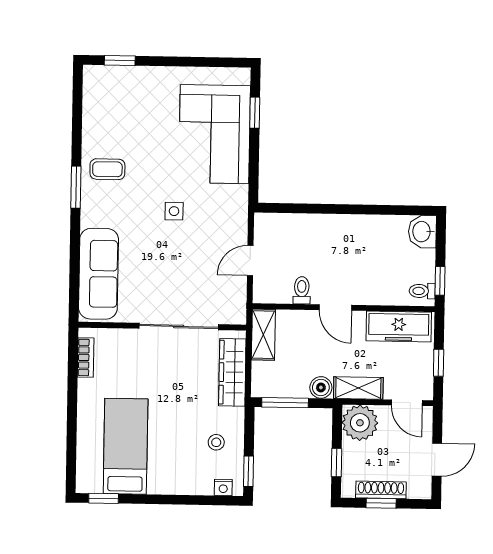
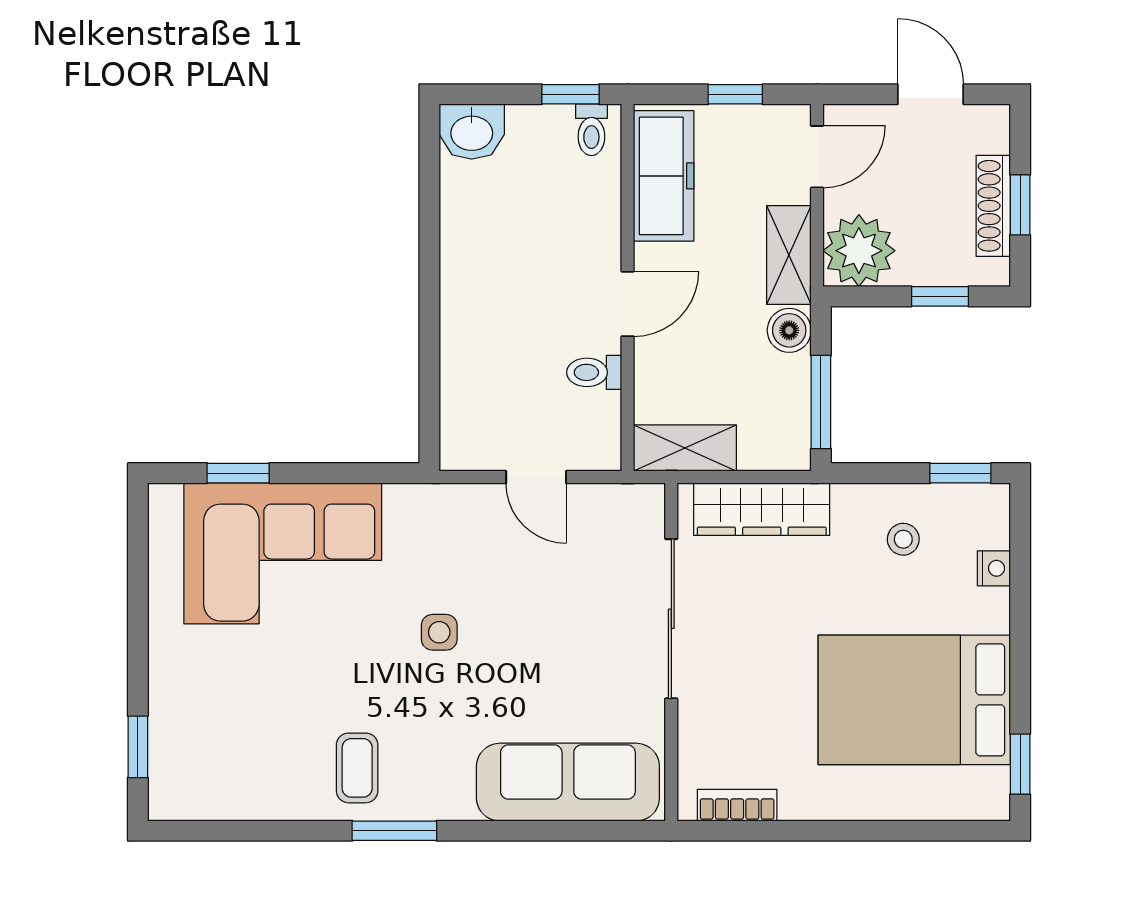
bed: (126, 446) -> (914, 700), width x1.50
nightstand: (223, 487) -> (994, 568), moved

